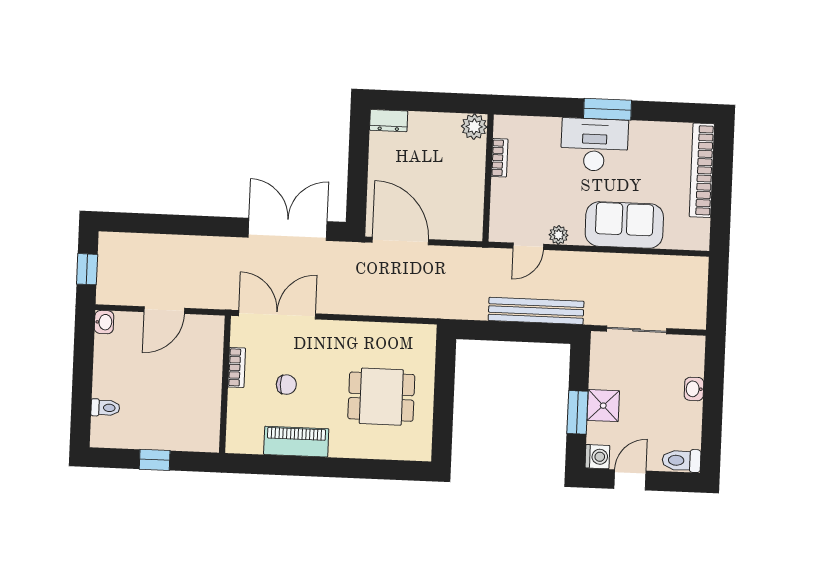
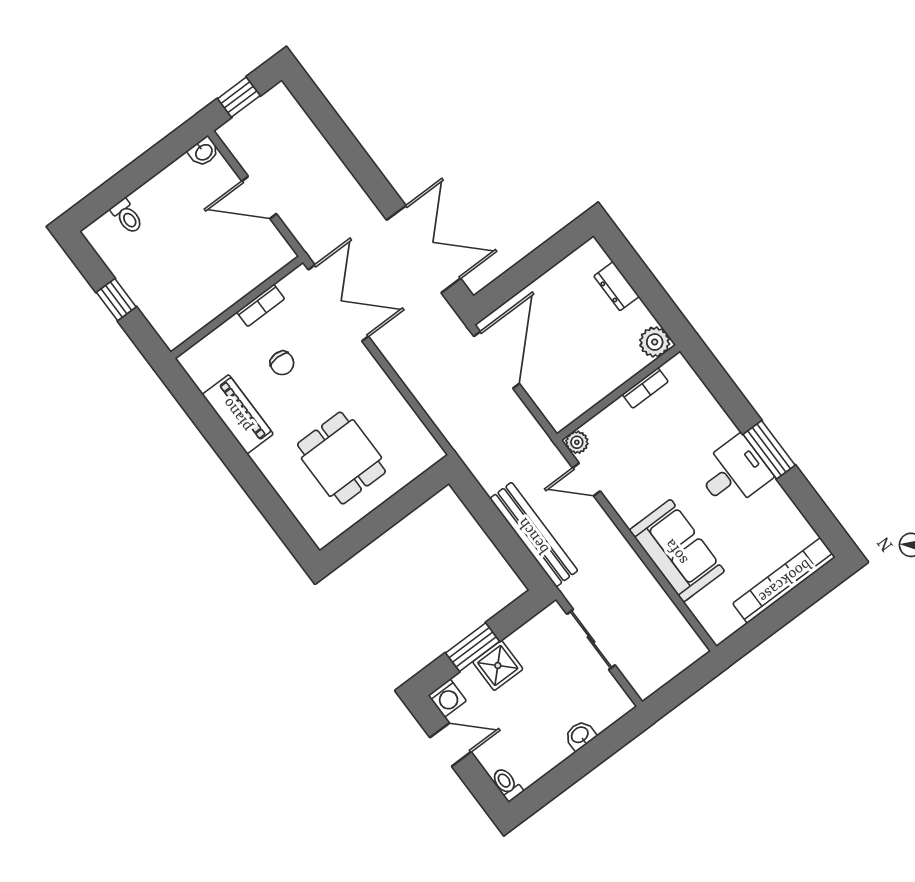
dresser: (389, 121) -> (616, 286), moved
desk: (594, 145) -> (734, 473), width x0.73
plant: (559, 235) -> (577, 442), moved
toilet: (681, 461) -> (507, 784), width x0.73, depth x0.72

